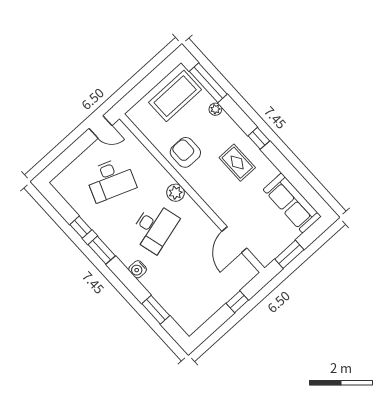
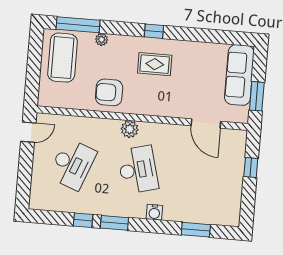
sofa: (292, 203) -> (239, 75), moved, turned 90

